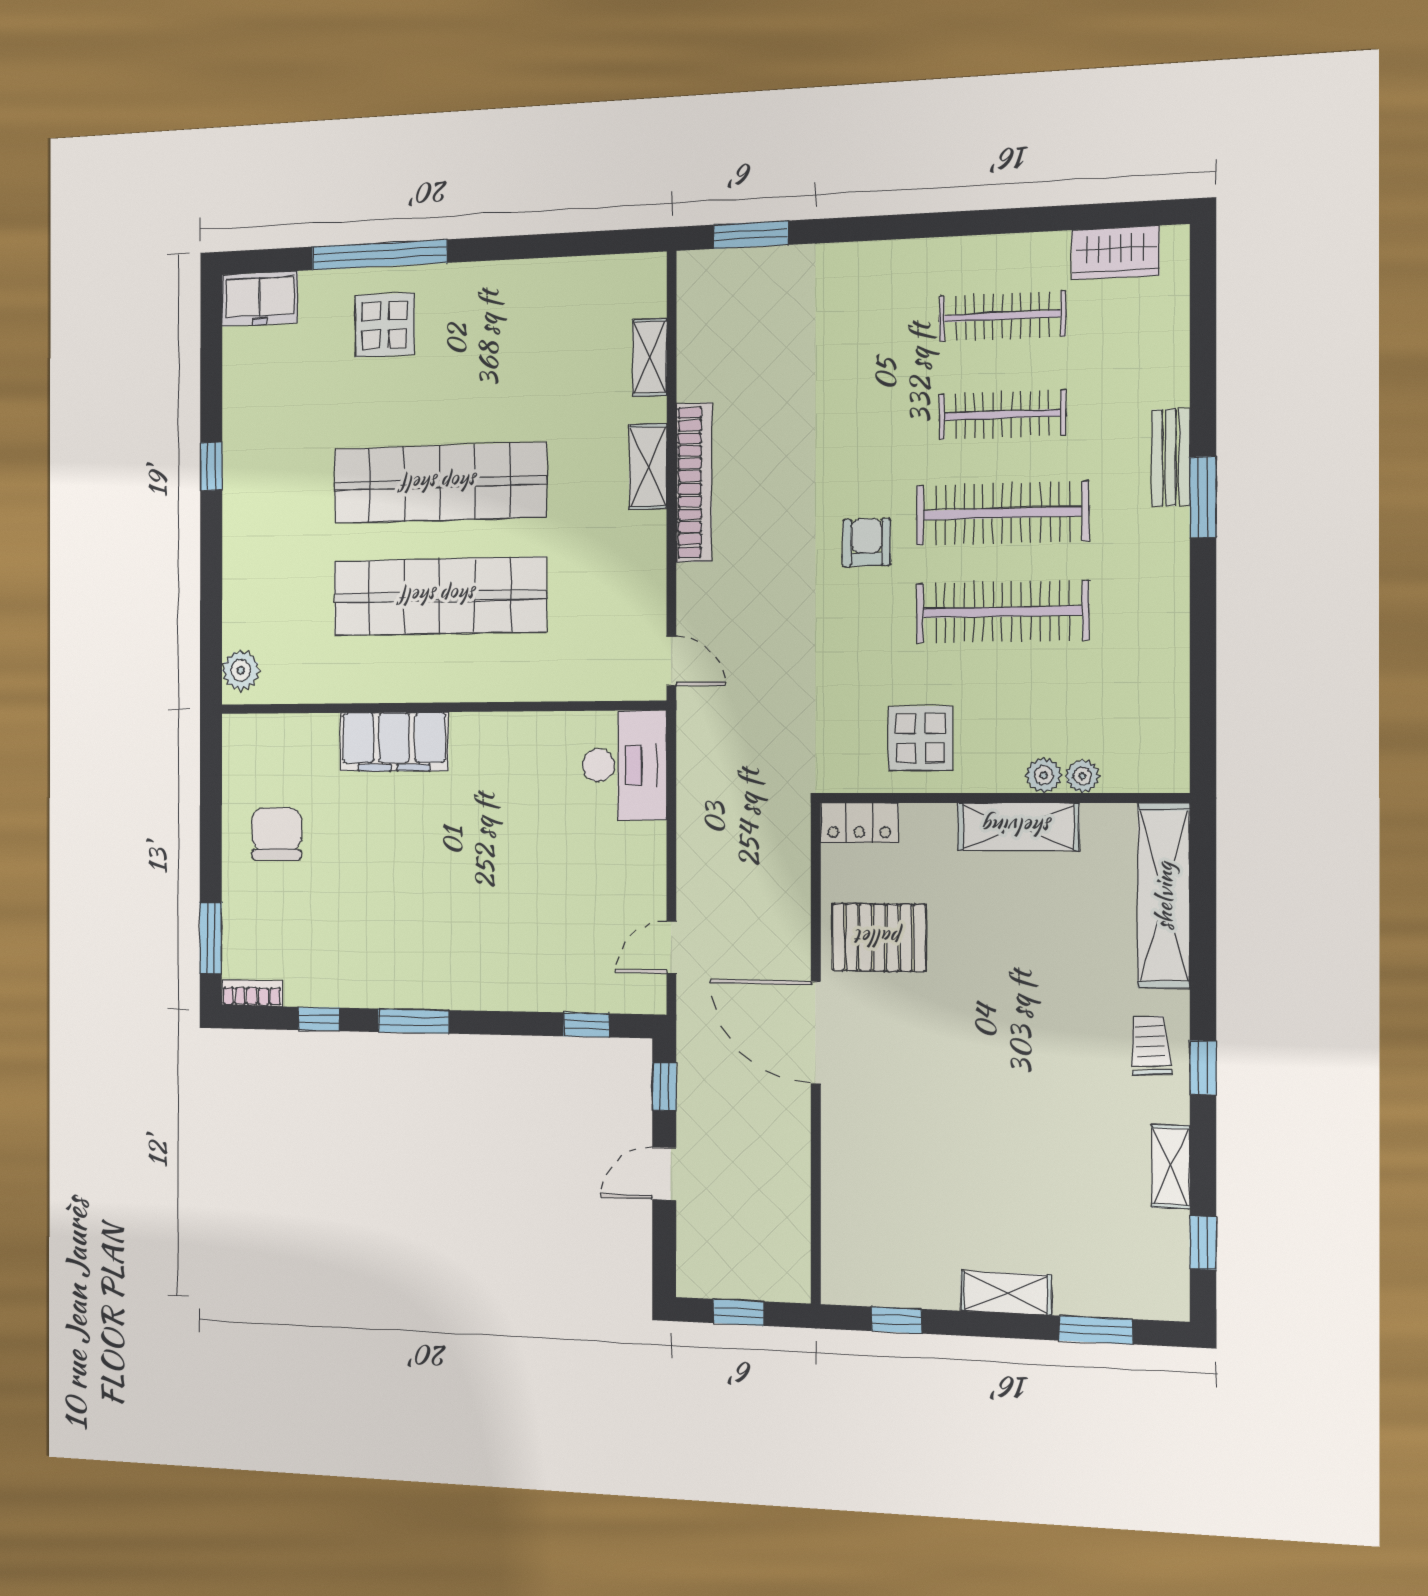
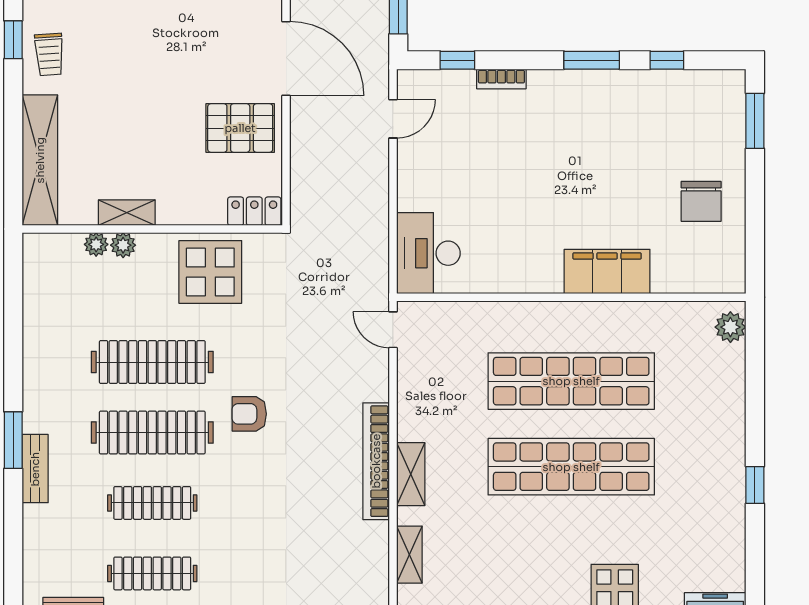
armchair: (866, 543) -> (249, 414), turned 90
display table: (920, 738) -> (210, 272), width x1.36, depth x1.36
shelving: (1018, 827) -> (127, 213), width x0.67, depth x0.75
bookcase: (252, 993) -> (501, 79), moved

